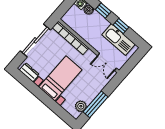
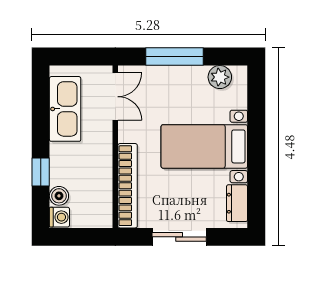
window: (121, 26) -> (41, 123), removed
sliding door: (35, 40) -> (179, 237), width x0.73
window: (96, 104) -> (175, 57), moved

